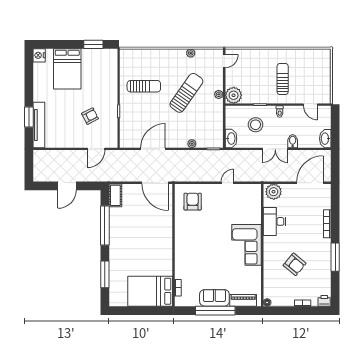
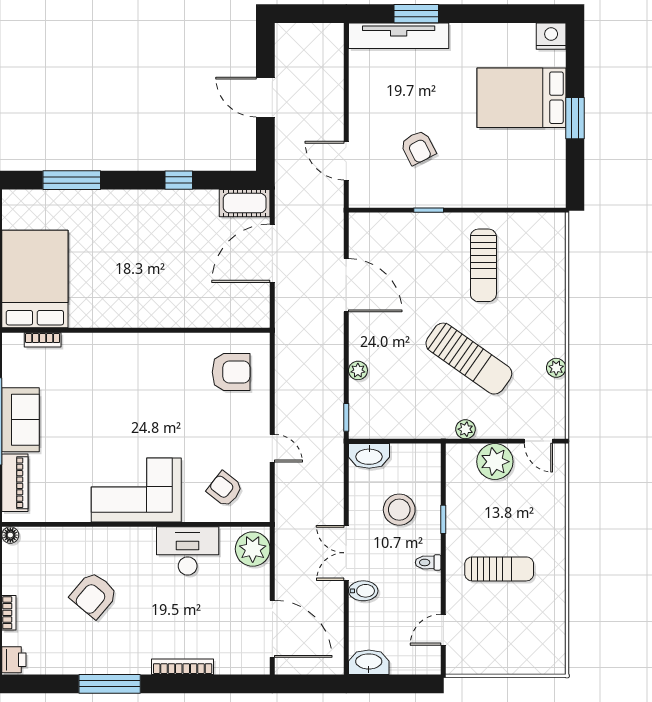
window: (93, 44) -> (575, 118), moved
plant: (234, 95) -> (495, 462), moved
door: (155, 183) -> (272, 253), moved
armchair: (246, 204) -> (225, 489), added
window: (105, 225) -> (179, 180), width x0.32

